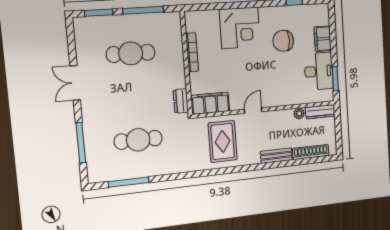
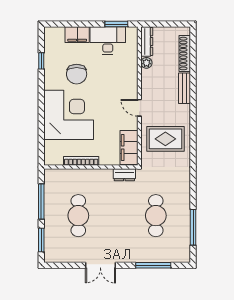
corner desk: (240, 28) -> (69, 115), width x1.36, depth x1.36

